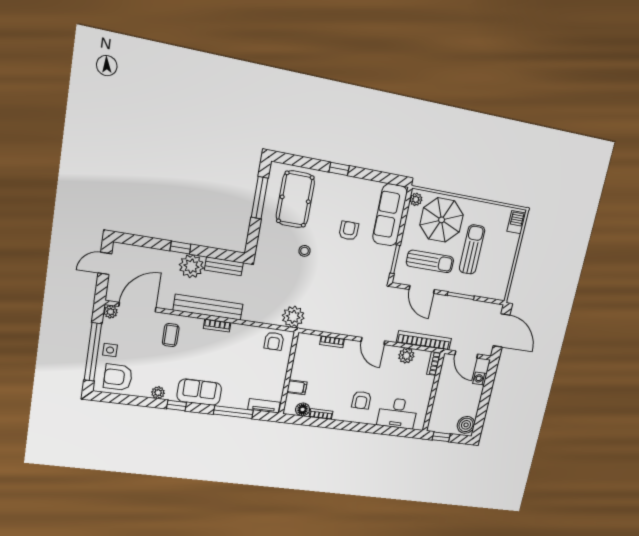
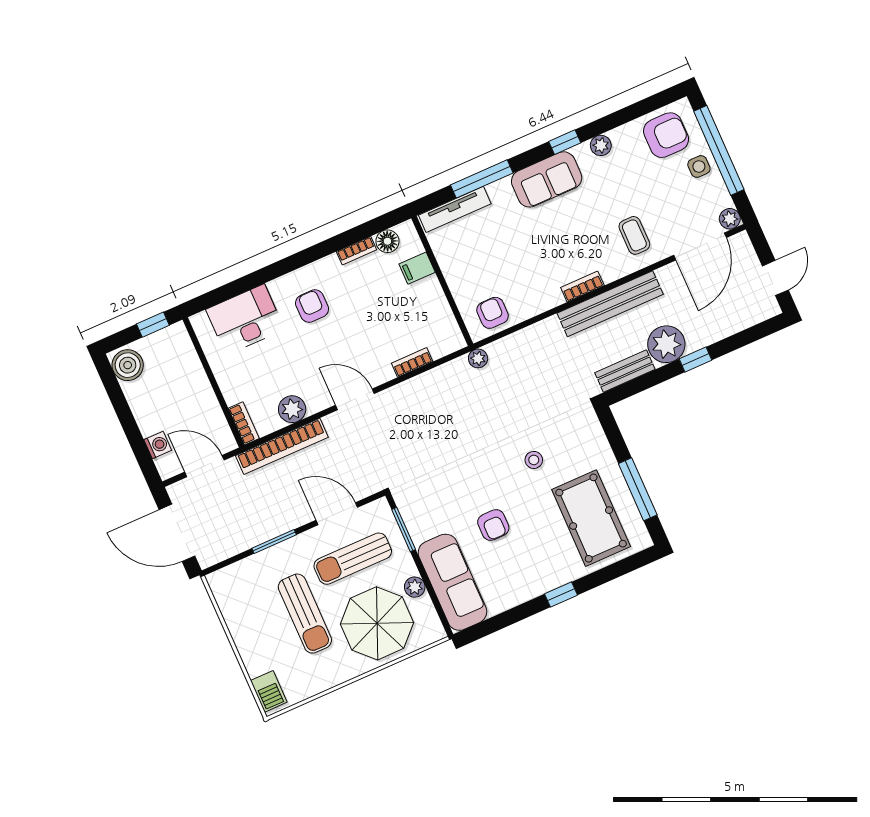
plant: (416, 199) -> (415, 587), moved
plant: (293, 317) -> (478, 358), width x0.53, depth x0.53
tv unit: (264, 406) -> (455, 209), width x1.41

